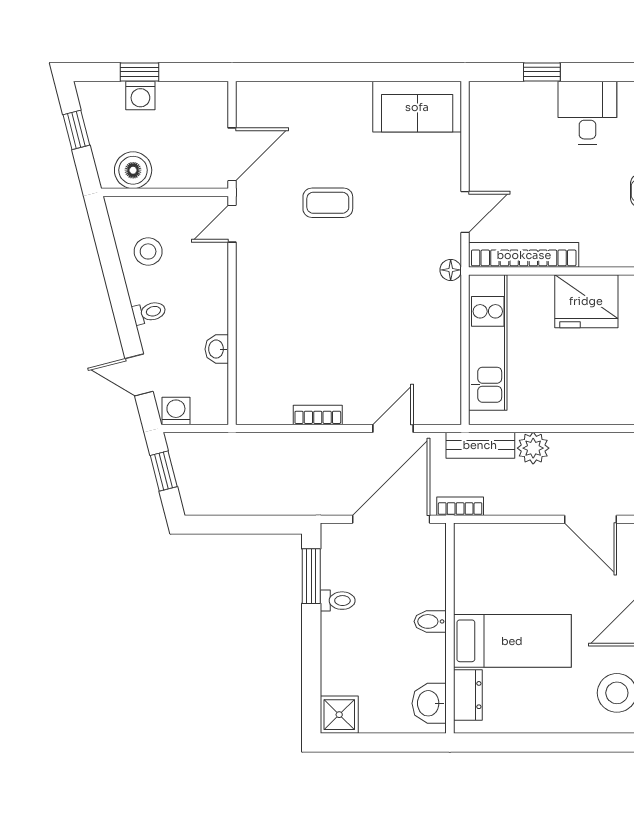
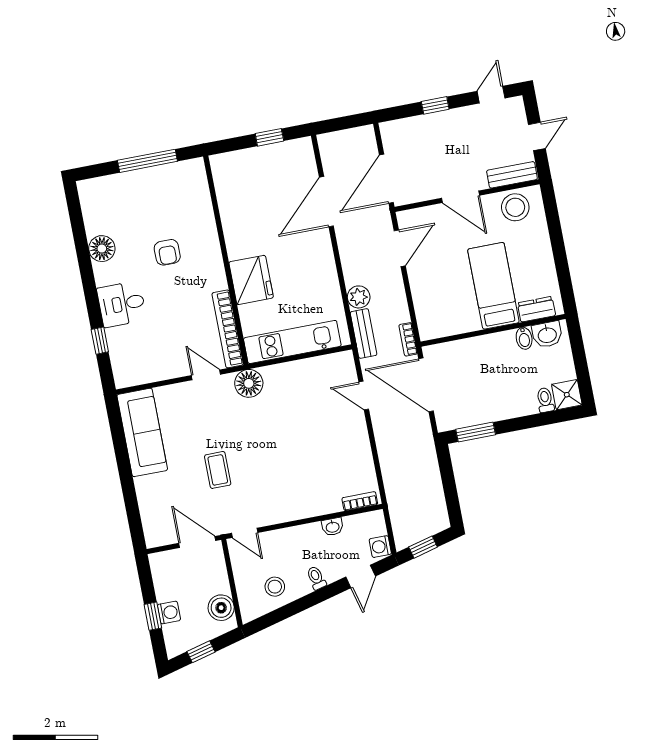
sofa: (417, 107) -> (142, 432), width x1.36
floor lamp: (451, 270) -> (249, 383), width x1.89, depth x1.89
bookcase: (318, 415) -> (360, 501), moved, turned 90
toilet: (338, 601) -> (545, 400), moved
bidet: (430, 621) -> (524, 338), moved

